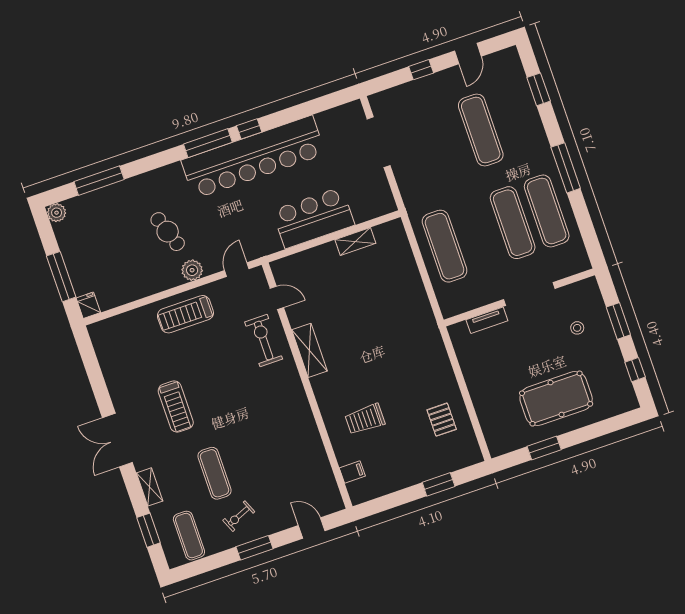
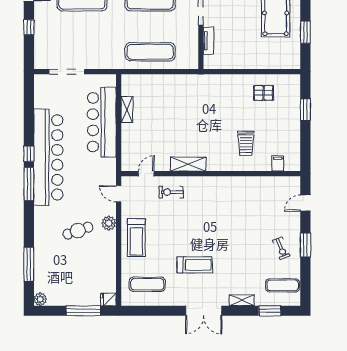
bar counter: (313, 218) -> (102, 122), width x1.36
exercise bike: (264, 341) -> (171, 192), width x0.73, depth x0.72
exercise mat: (215, 473) -> (147, 284), moved

